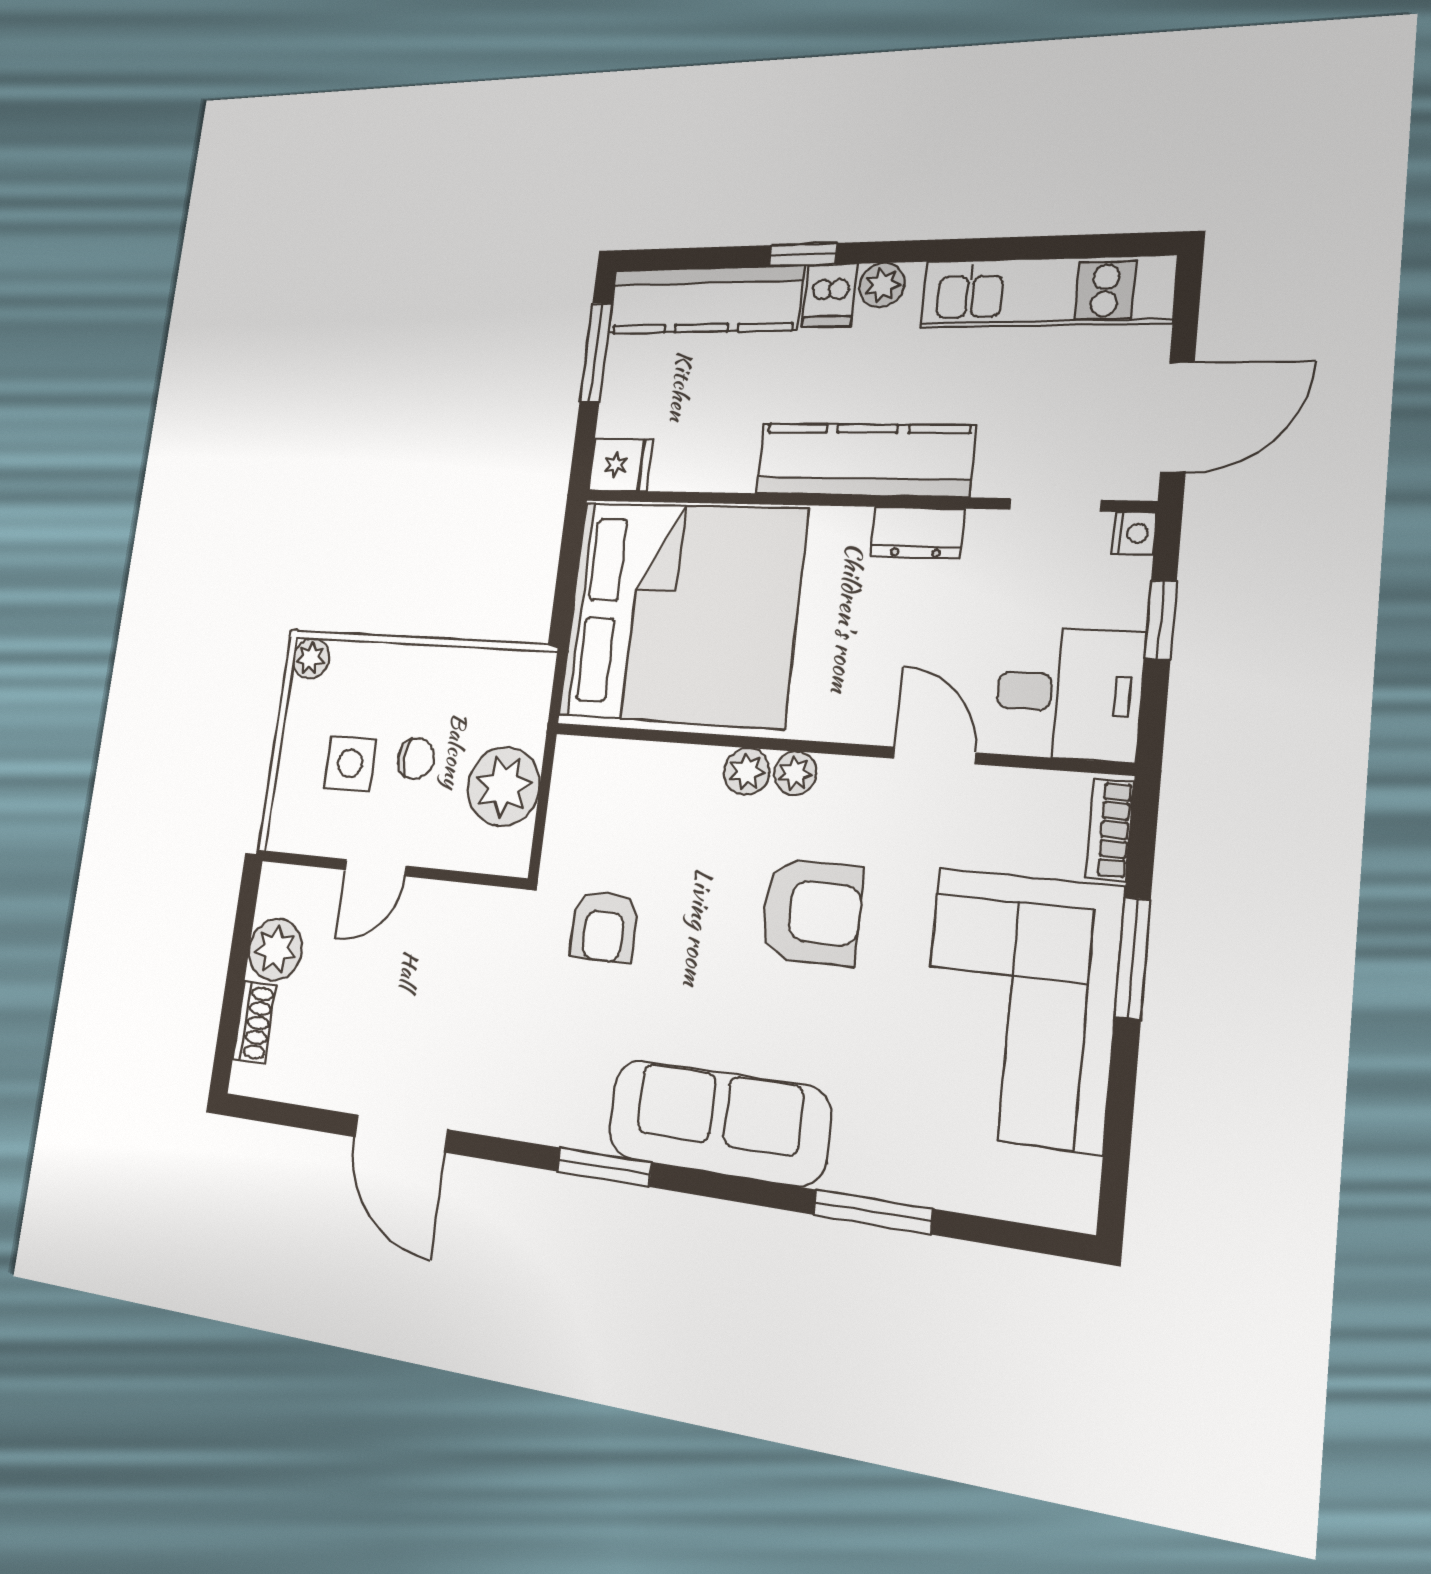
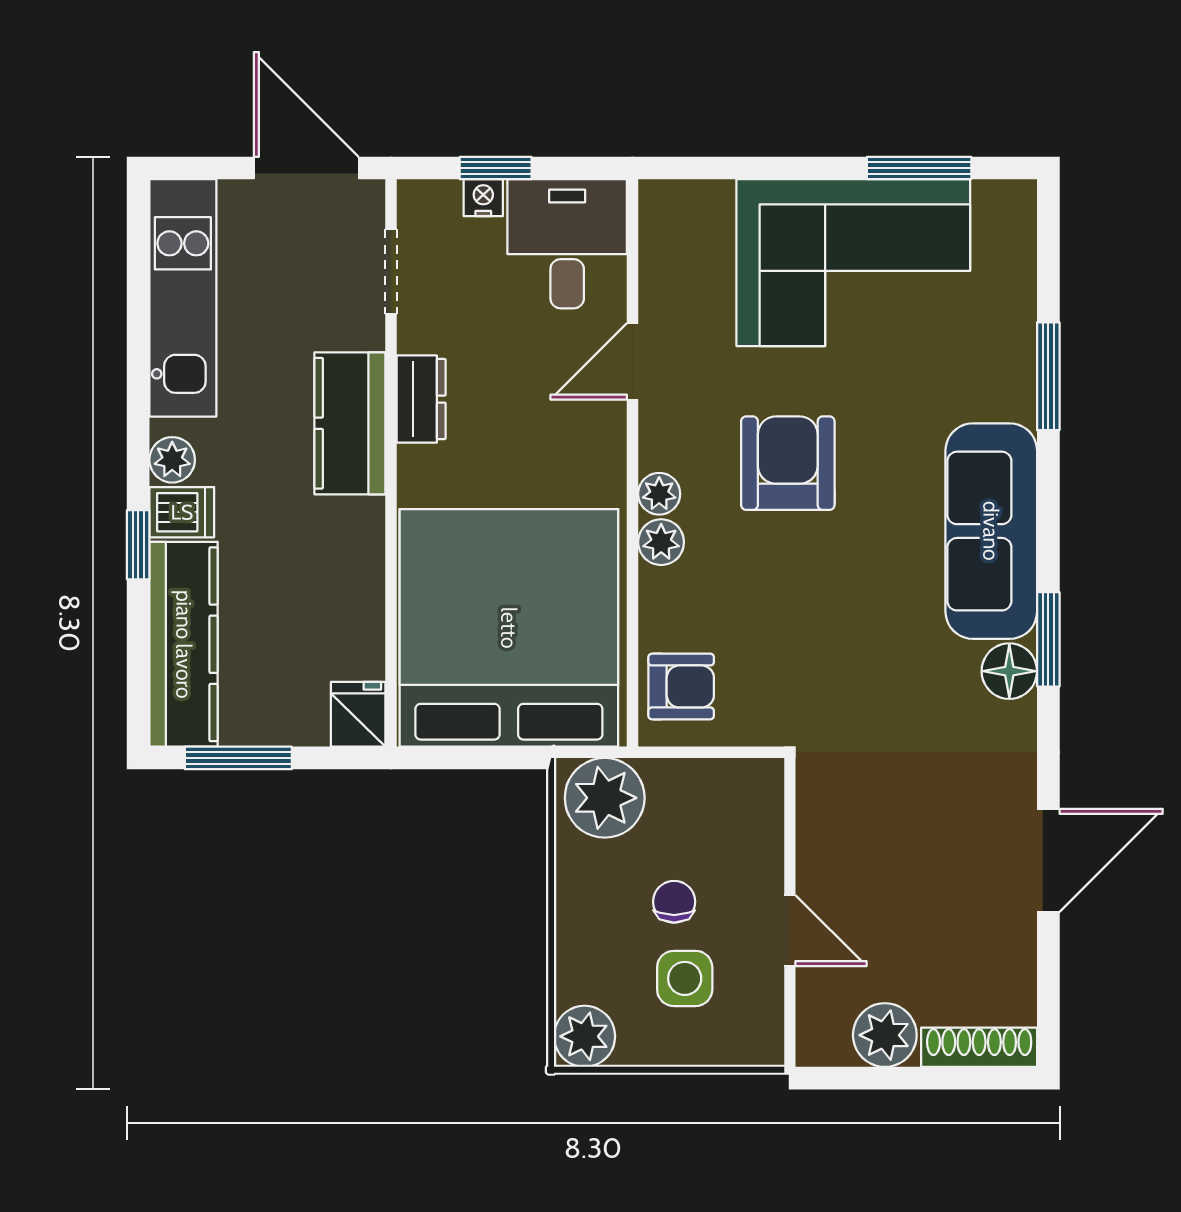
kitchen counter: (864, 460) -> (350, 423), width x0.67
nightstand: (1134, 533) -> (483, 198), moved
plant: (311, 658) -> (585, 1036), width x1.38, depth x1.38
plant: (504, 786) -> (605, 798), moved
bookcase: (1110, 830) -> (688, 197), removed
armchair: (604, 926) -> (681, 686), moved
window: (1133, 958) -> (919, 168), moved
shoe rack: (255, 1022) -> (979, 1047), width x1.43
floor lamp: (579, 1121) -> (1009, 671), added

